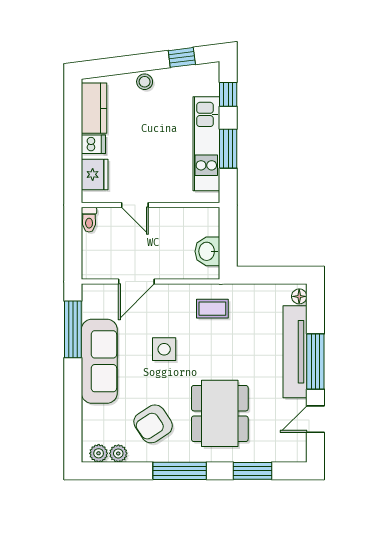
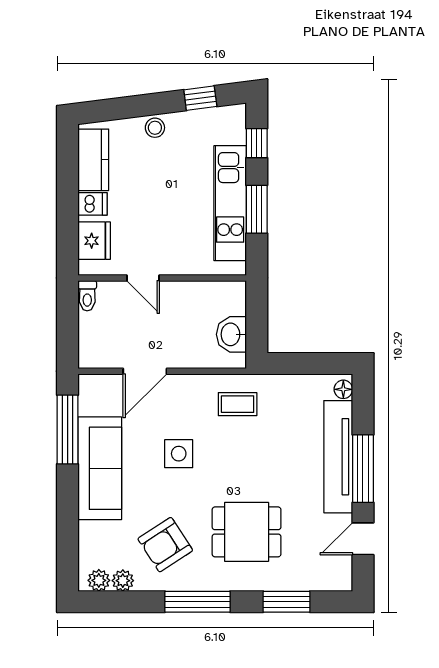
dining table: (220, 413) -> (247, 532), width x0.73

